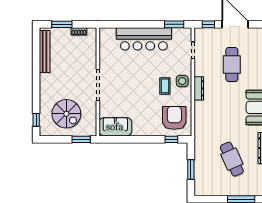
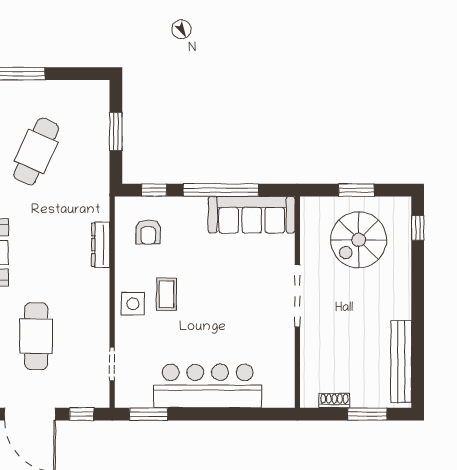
dresser: (199, 88) -> (101, 245), moved
spiral stairs: (66, 114) -> (359, 240), turned -90
armchair: (174, 118) -> (148, 232), width x0.53, depth x0.53
sofa: (115, 127) -> (252, 215), width x1.36
window: (81, 139) -> (356, 190), moved
window: (137, 139) -> (221, 190), added
cafe table: (232, 159) -> (36, 152), turned 48

